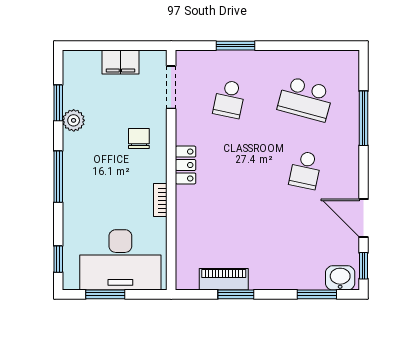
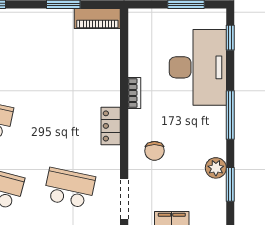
school desk: (229, 99) -> (69, 188), width x1.85
desk: (120, 260) -> (198, 67), moved, turned 90
piano: (224, 279) -> (97, 19), moved

